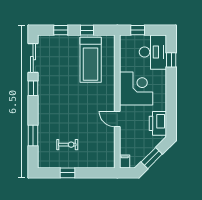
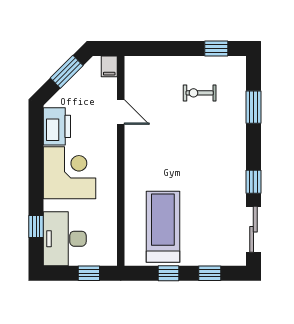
corner desk: (136, 89) -> (69, 173), moved, turned 180
door: (117, 119) -> (121, 112), moved
window: (67, 173) -> (216, 48), moved

